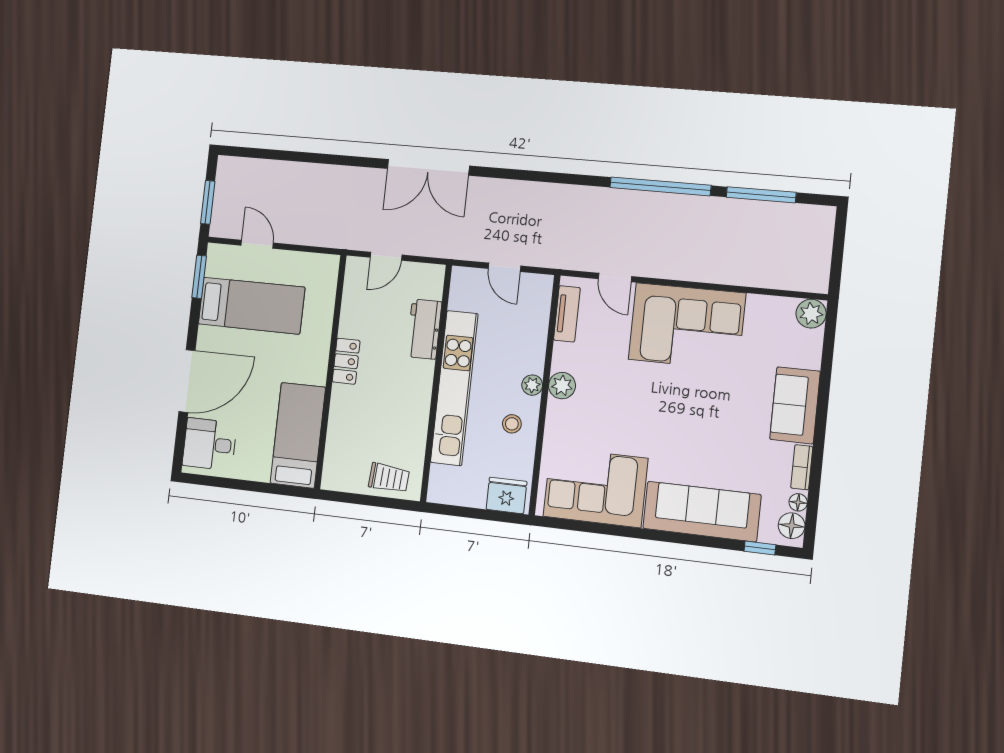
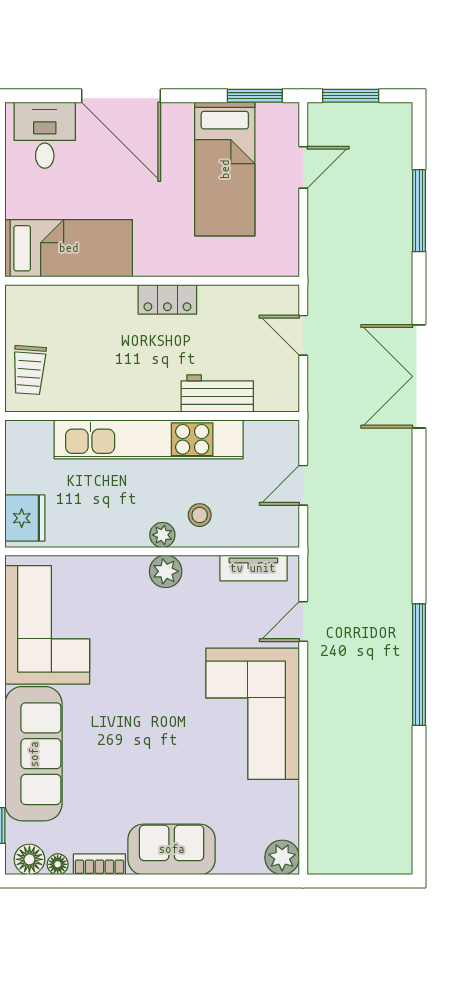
window: (761, 195) -> (419, 211), moved
stool: (512, 424) -> (200, 515), moved

